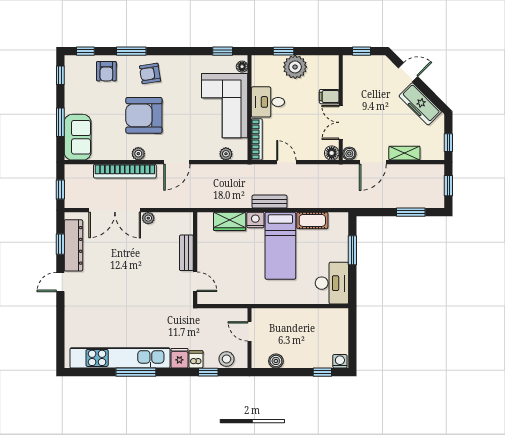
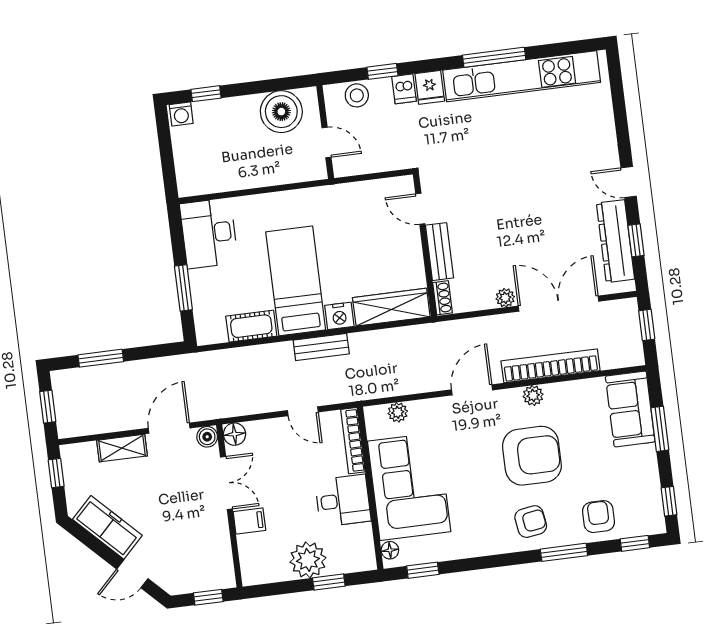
wardrobe: (230, 221) -> (391, 307), width x1.50
shoe rack: (188, 223) -> (443, 298), added
door: (60, 282) -> (629, 182), swing flipped
boiler: (276, 361) -> (281, 112), width x1.86, depth x1.86

